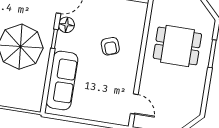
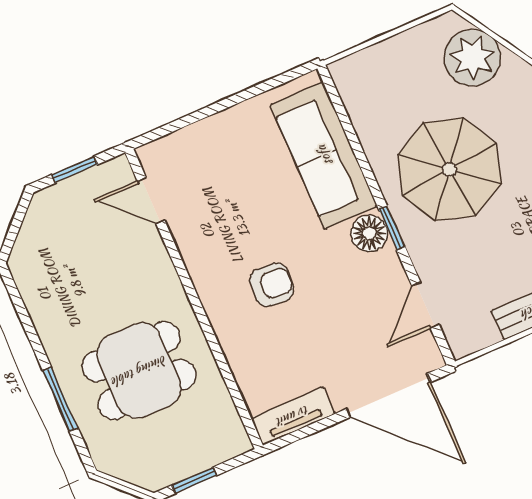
floor lamp: (66, 25) -> (369, 233), moved
armchair: (110, 46) -> (272, 285), turned 113

